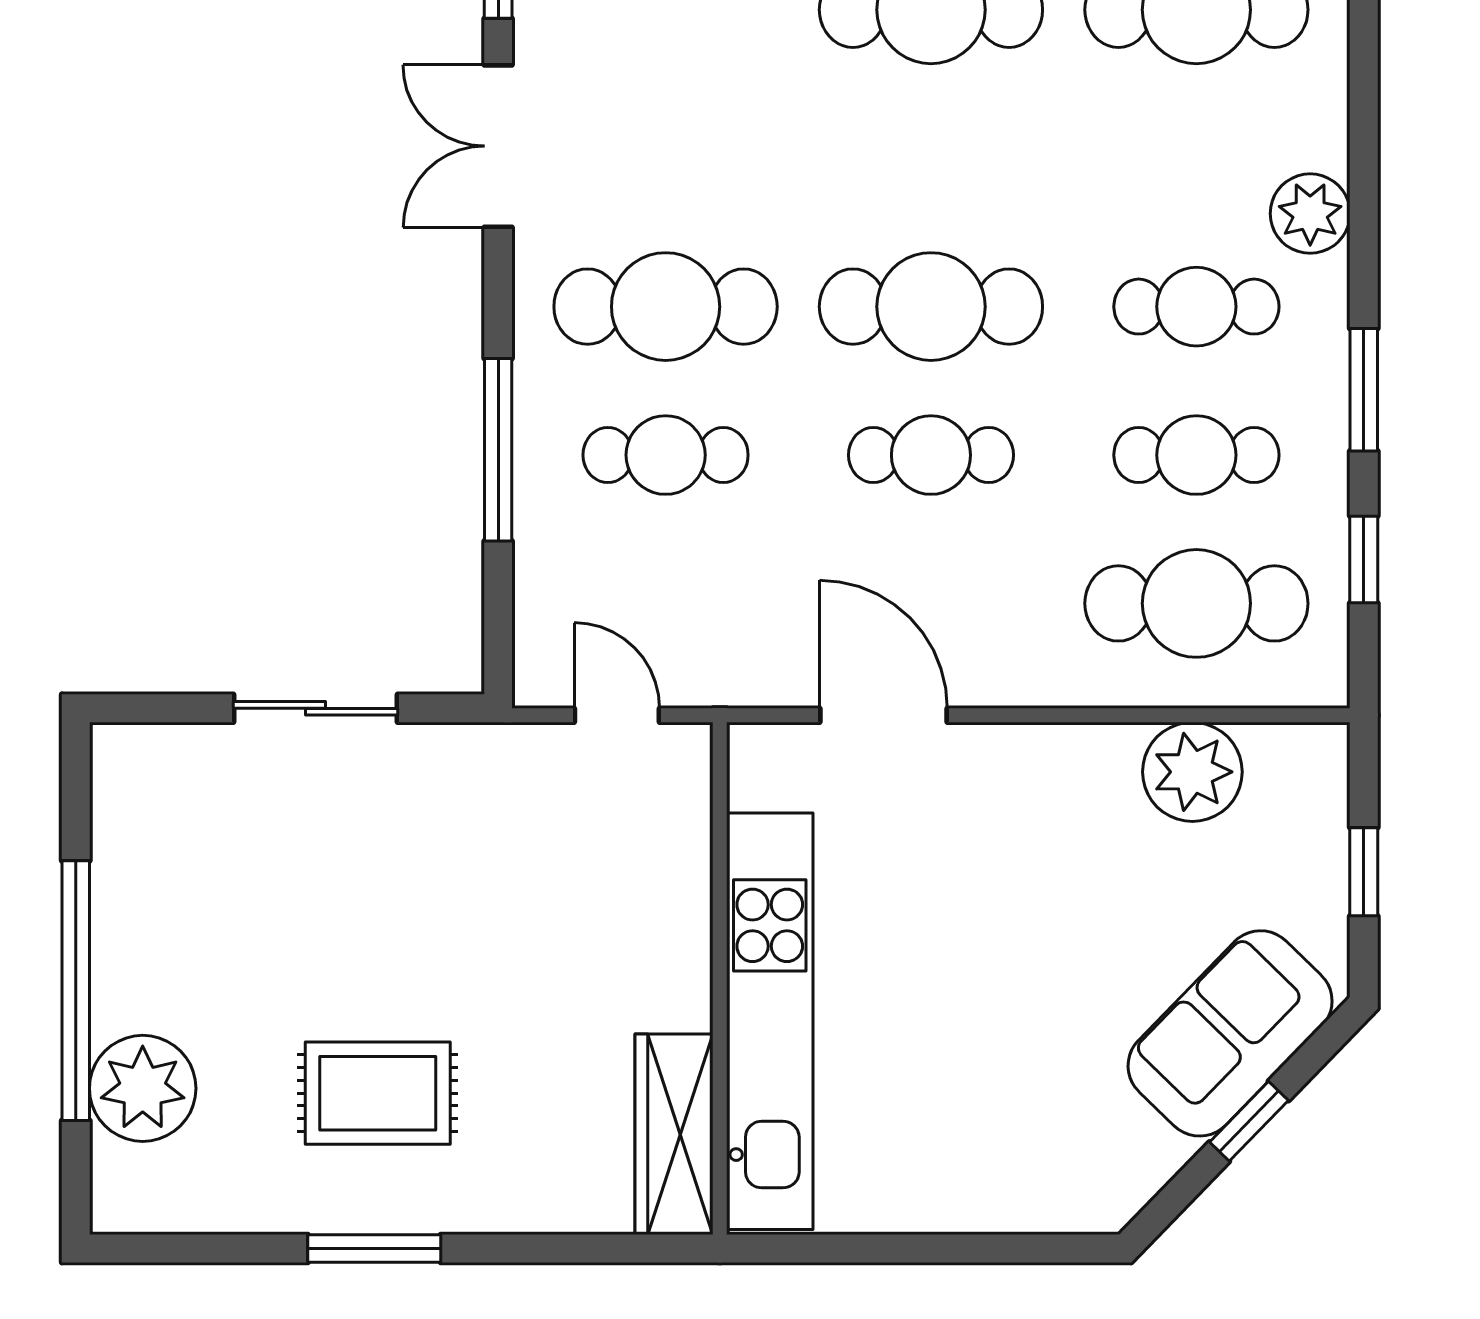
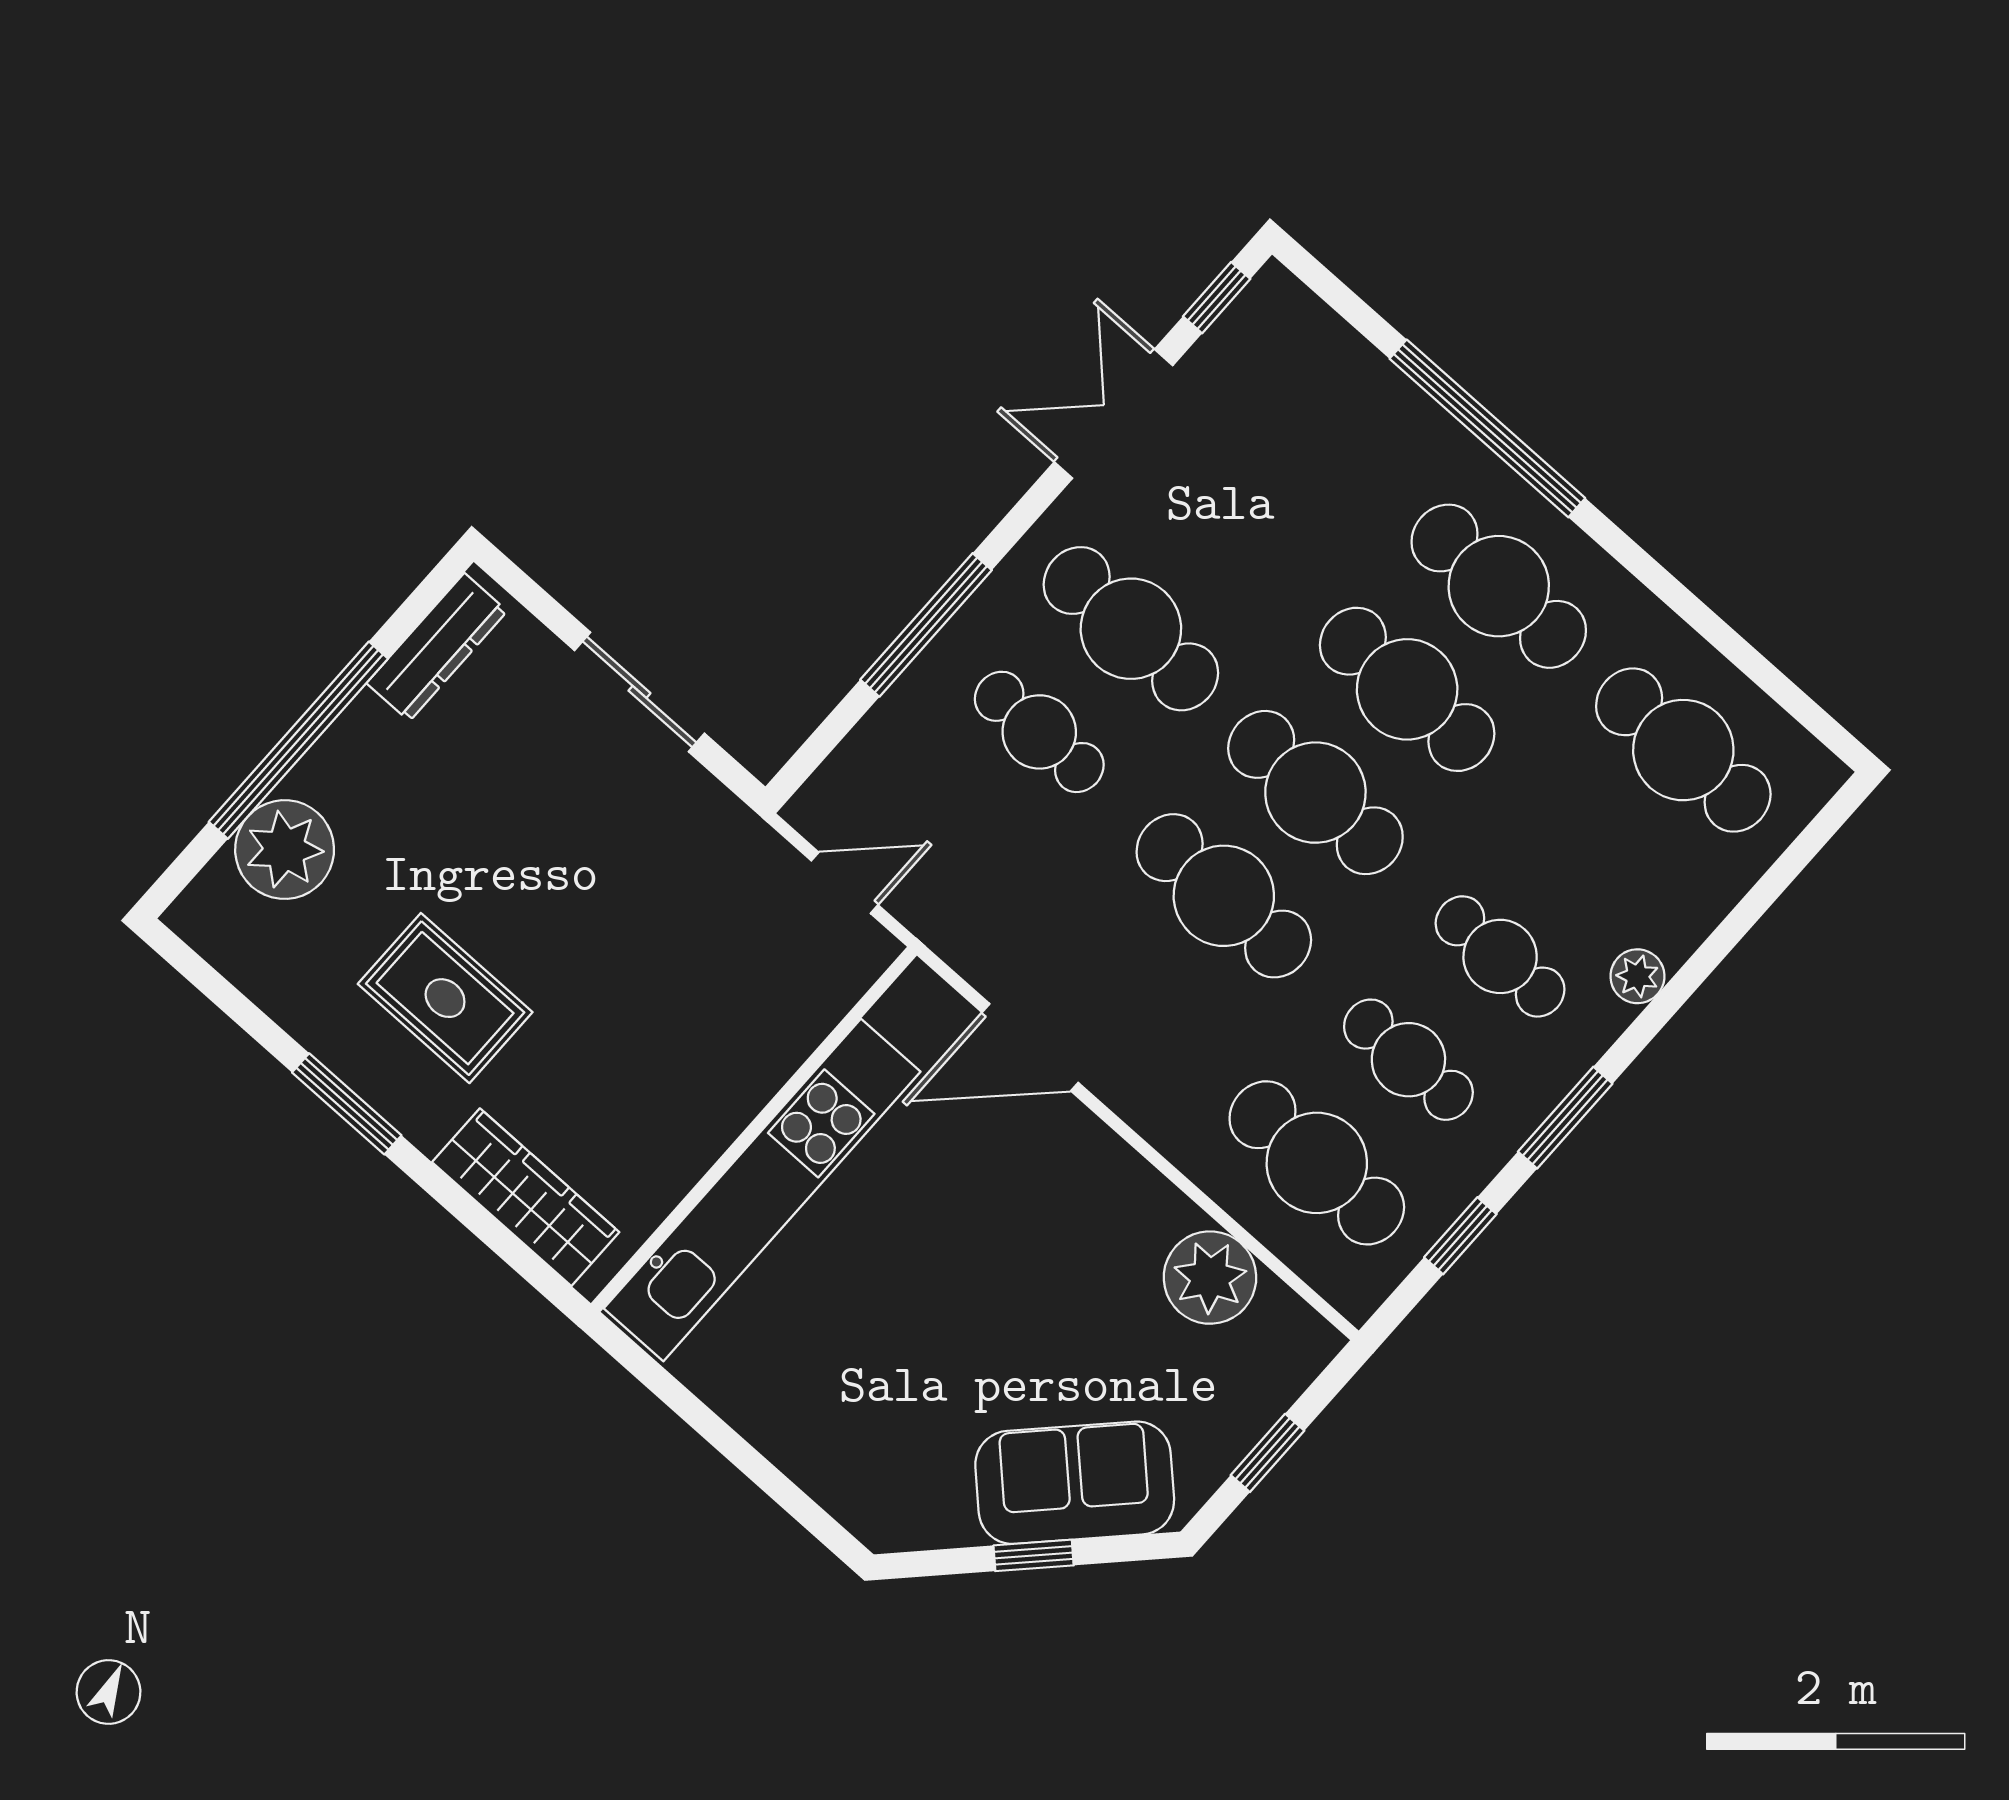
cafe table: (931, 158) -> (1407, 689), added
plant: (1310, 214) -> (1637, 976), width x0.73, depth x0.73
cafe table: (931, 455) -> (1224, 896), width x1.37, depth x1.35
door: (617, 715) -> (845, 883), hinge flipped
door: (884, 715) -> (1030, 1047), swing flipped
dresser: (121, 817) -> (437, 647), added
wardrobe: (674, 1134) -> (526, 1197), moved, turned 90

